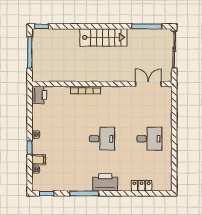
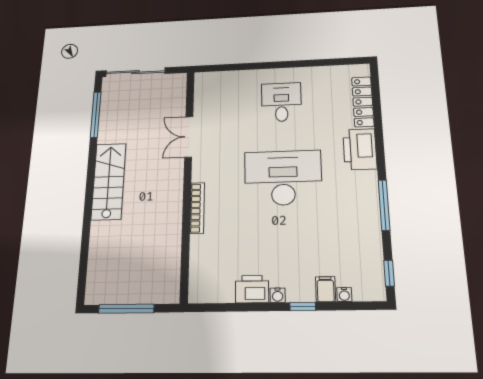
window: (42, 26) -> (81, 288), removed
double door: (148, 84) -> (189, 137), moved
printer: (39, 95) -> (252, 289), moved
desk: (102, 139) -> (283, 178), width x1.87, depth x1.30
printer: (105, 182) -> (360, 149), moved
locker: (142, 186) -> (363, 102), width x1.53

